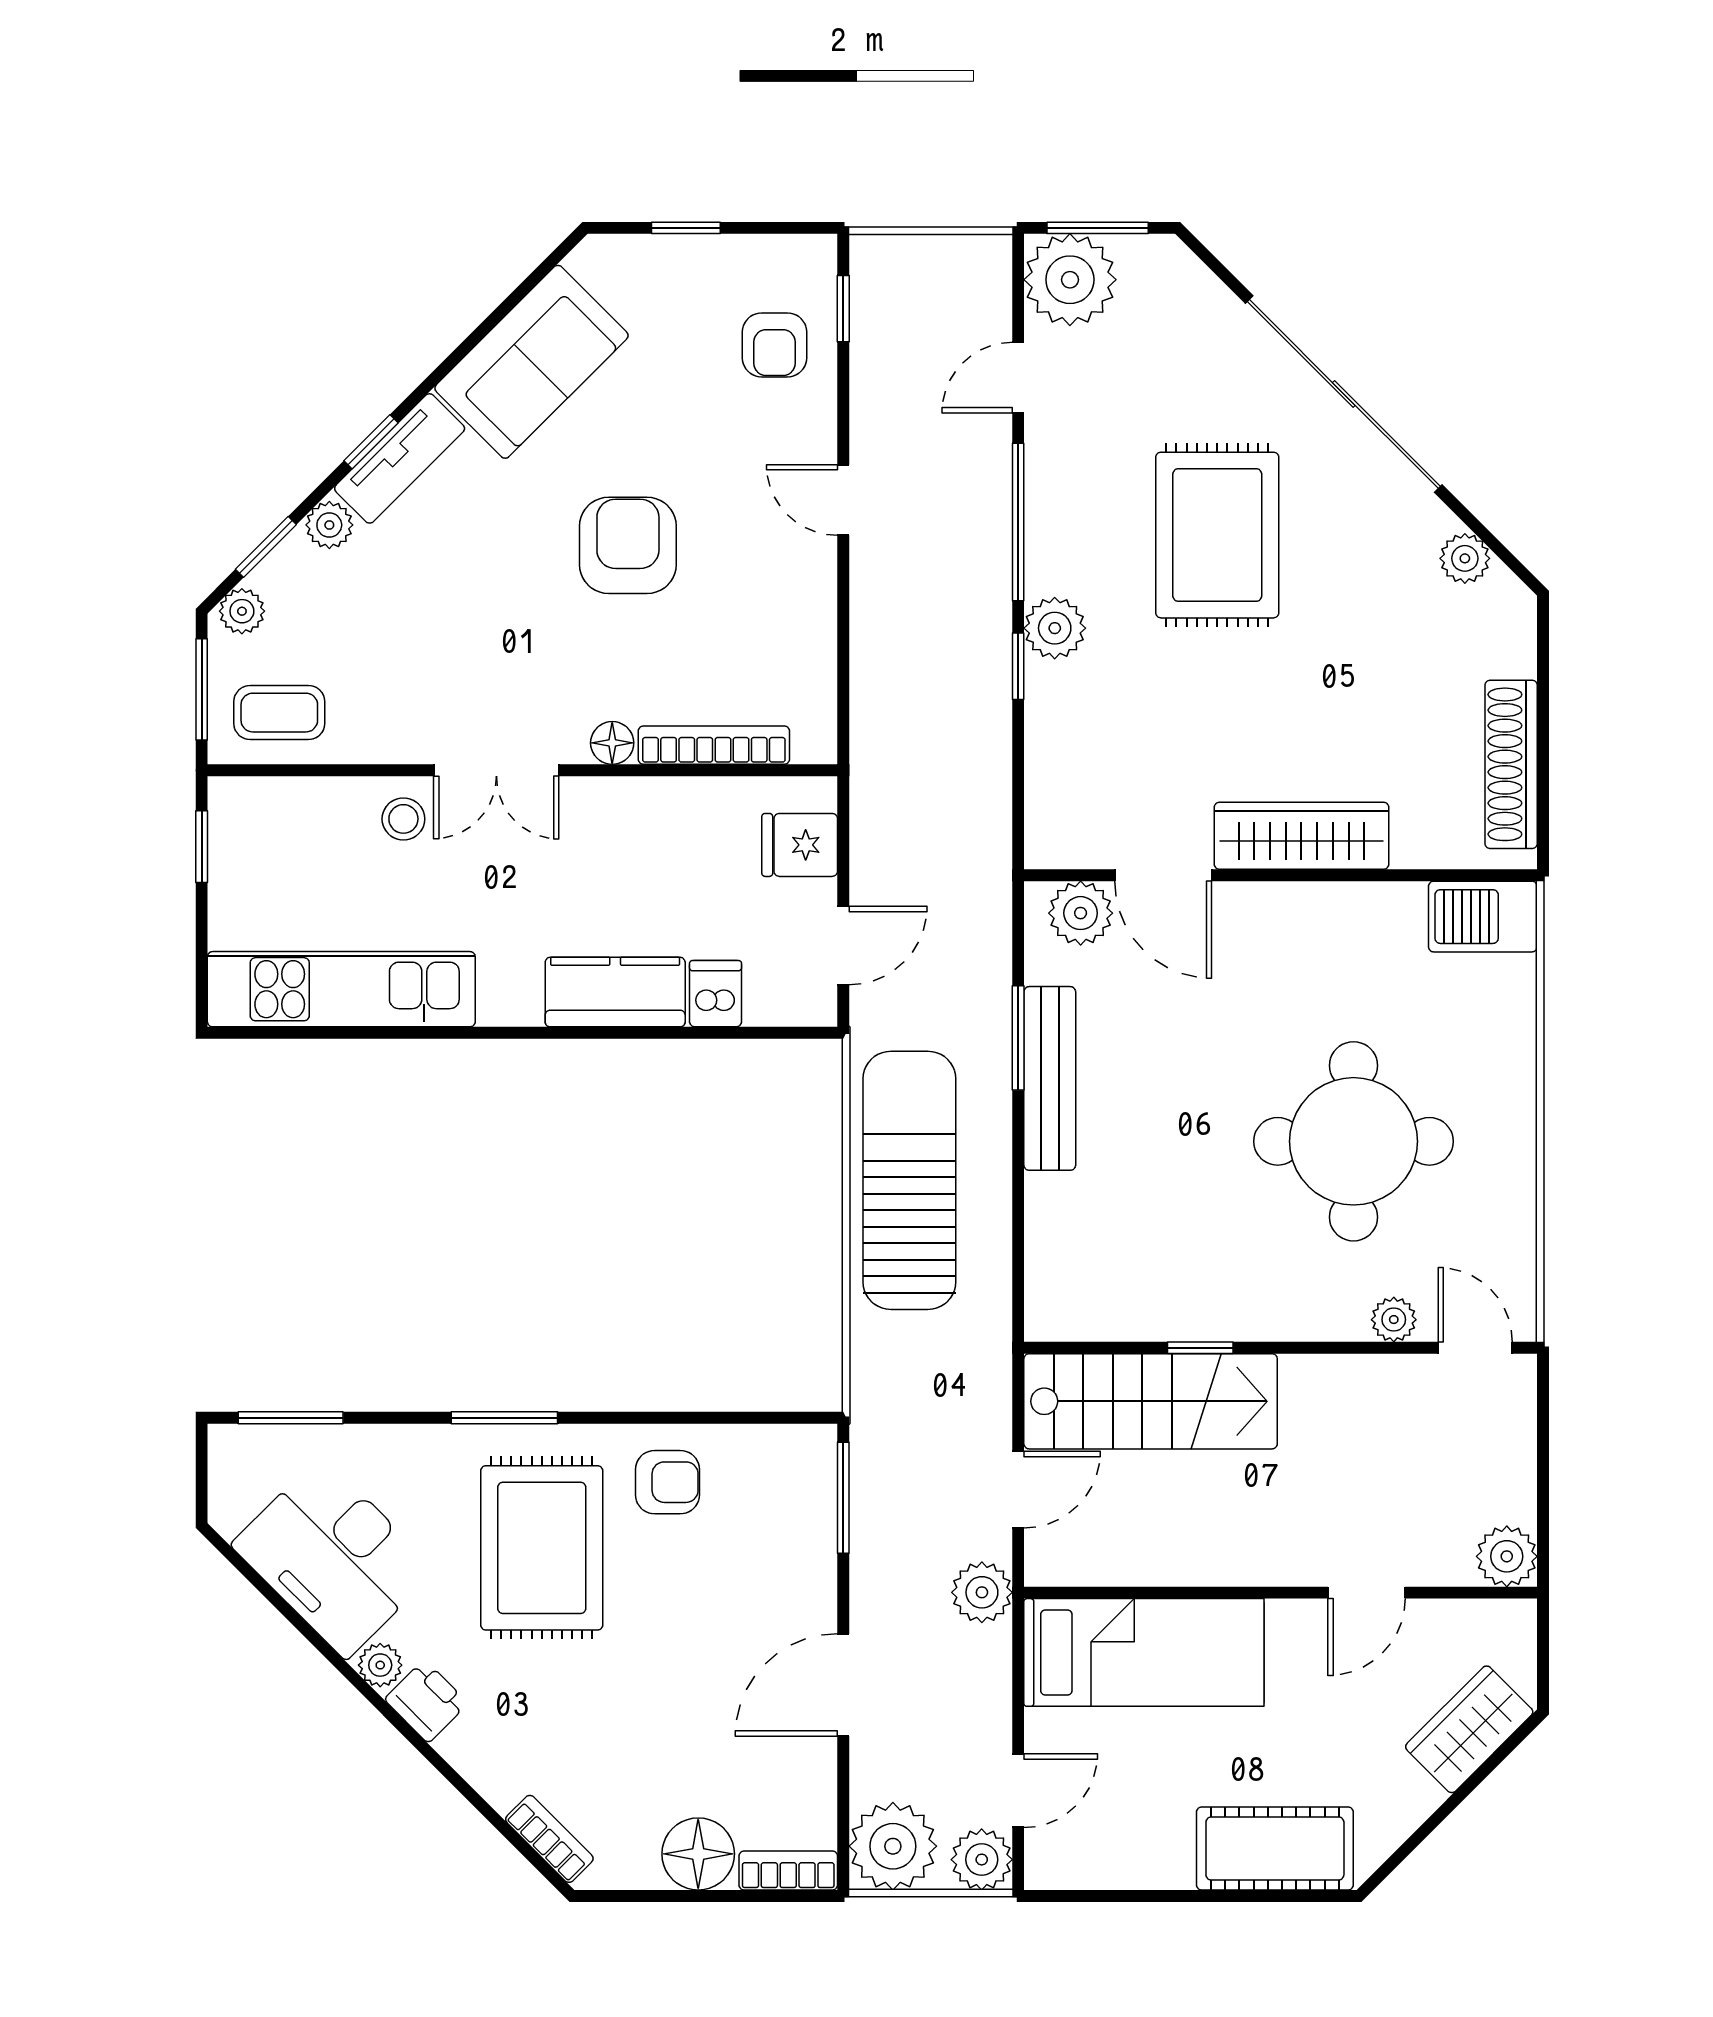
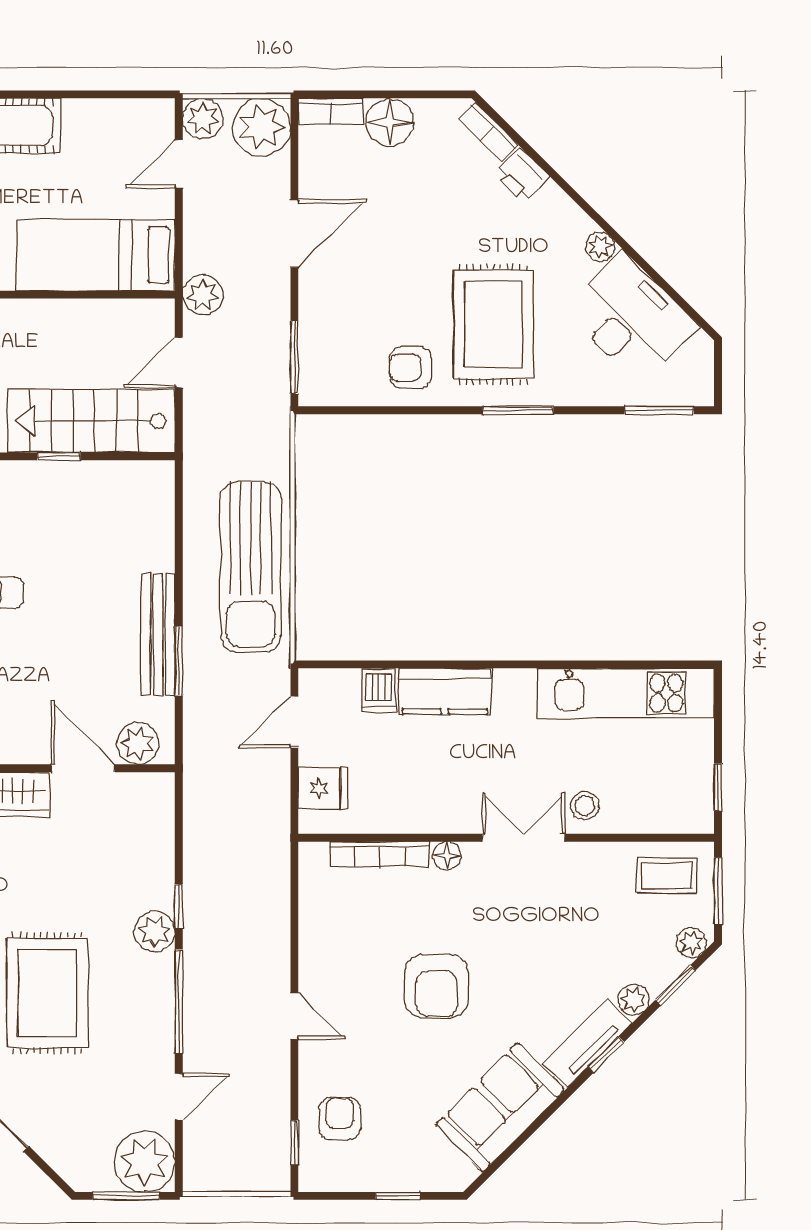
printer: (426, 1701) -> (522, 175), moved

